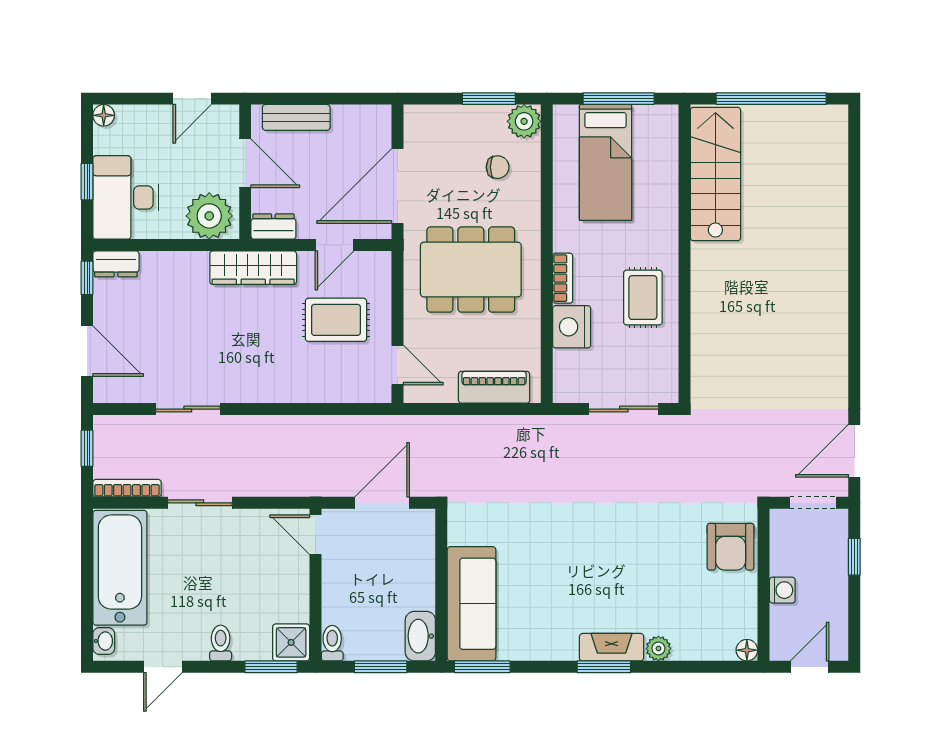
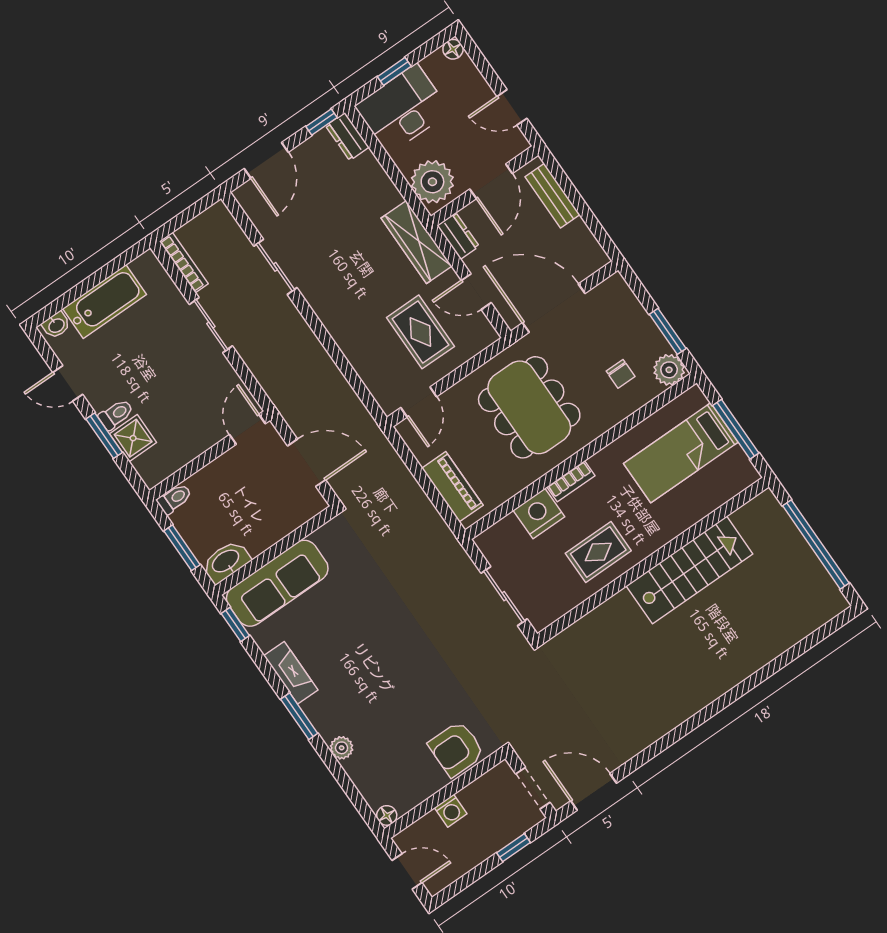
stairs: (715, 174) -> (689, 570), moved
window: (87, 448) -> (193, 211), removed
bathtub: (120, 568) -> (105, 302), width x0.73, depth x0.73
shower: (291, 642) -> (133, 438), moved
fireplace: (612, 647) -> (291, 673), moved
window: (271, 667) -> (104, 436), moved
window: (482, 667) -> (235, 624), width x0.67

